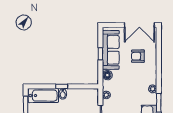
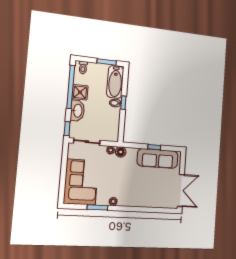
double door: (139, 25) -> (181, 191), swing flipped
armchair: (138, 56) -> (149, 187), removed
floor lamp: (107, 75) -> (121, 152), moved

